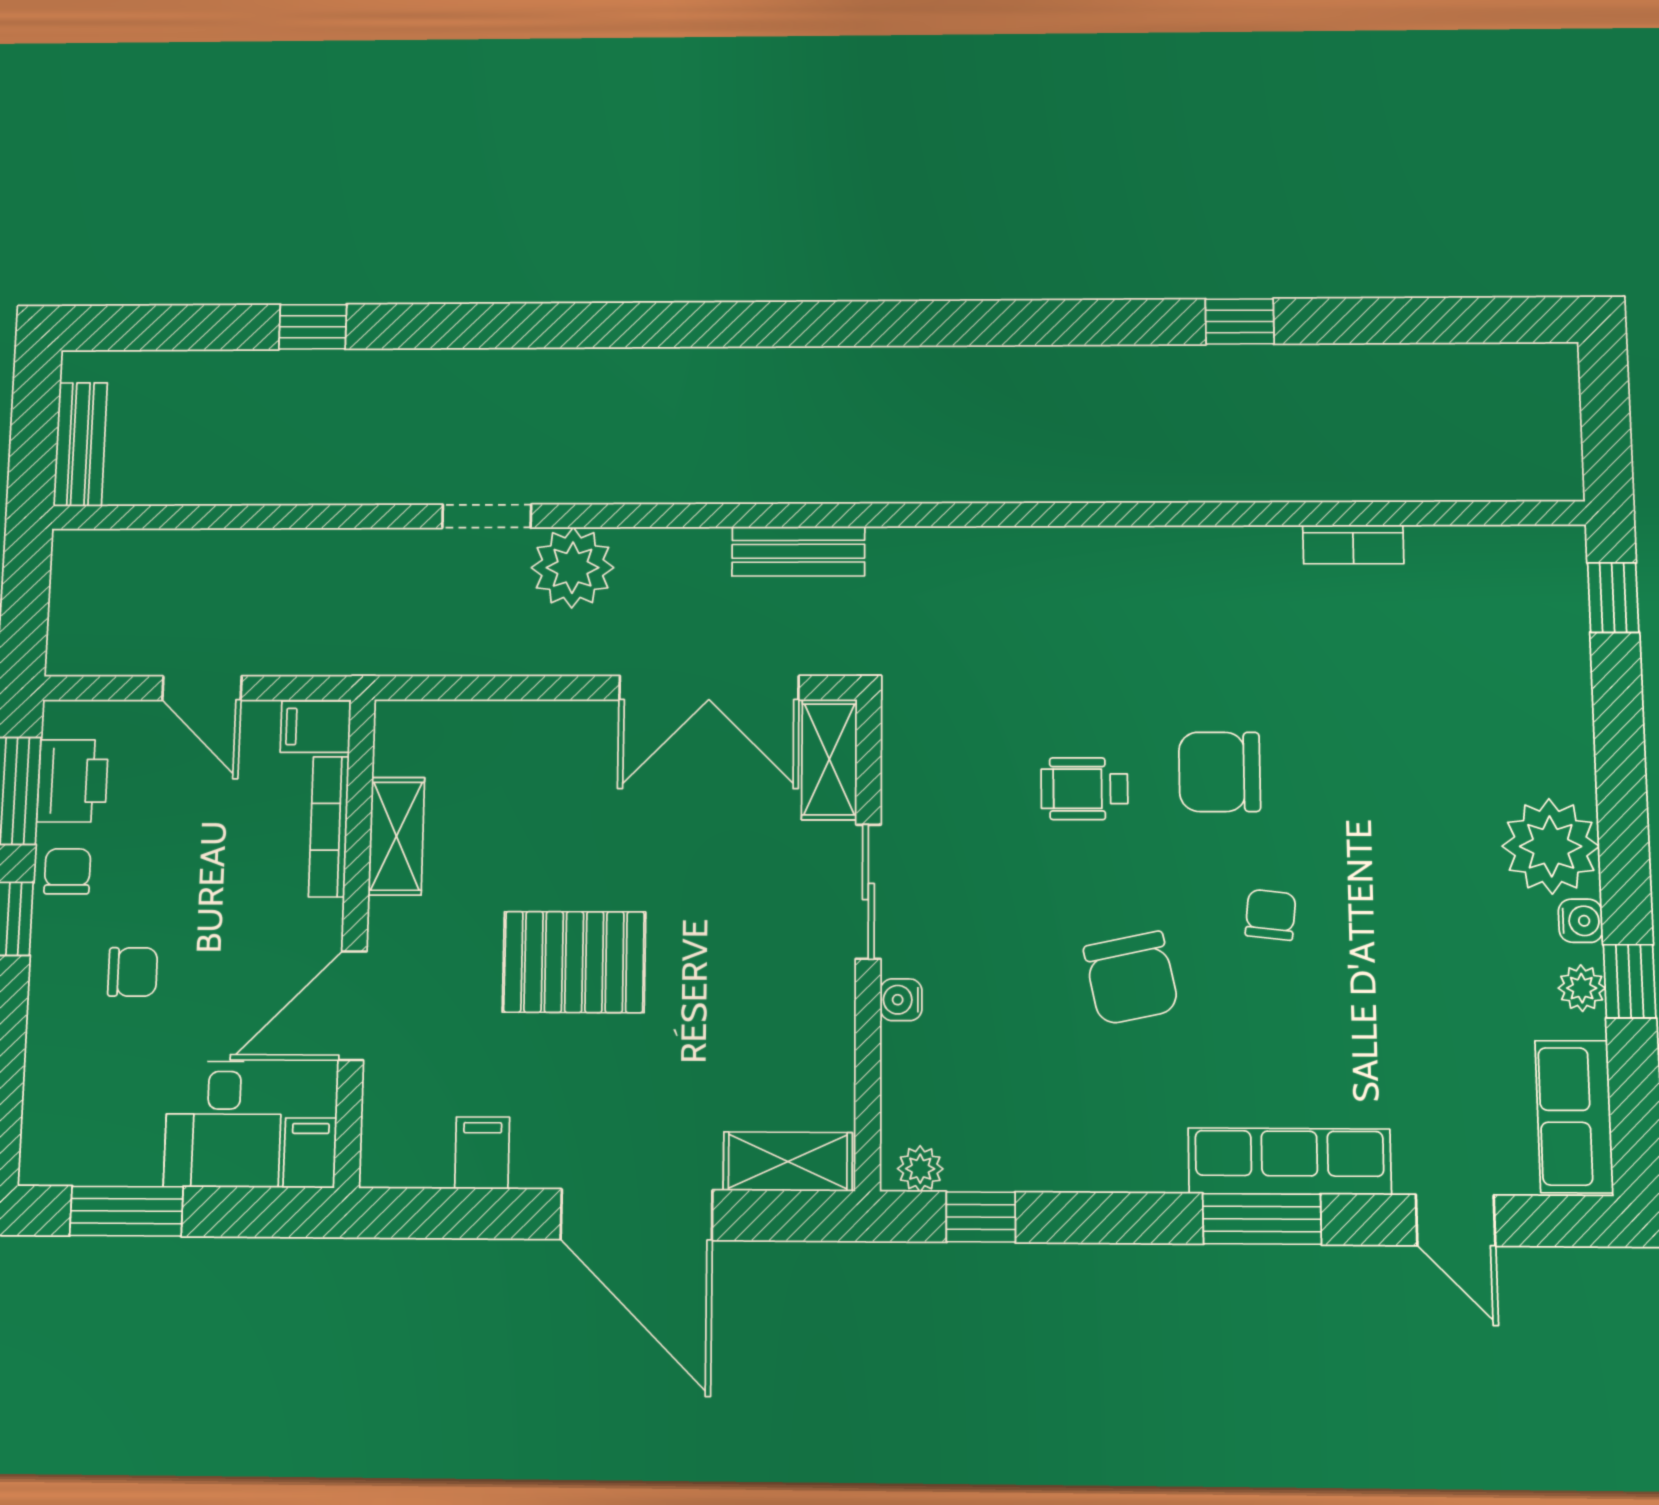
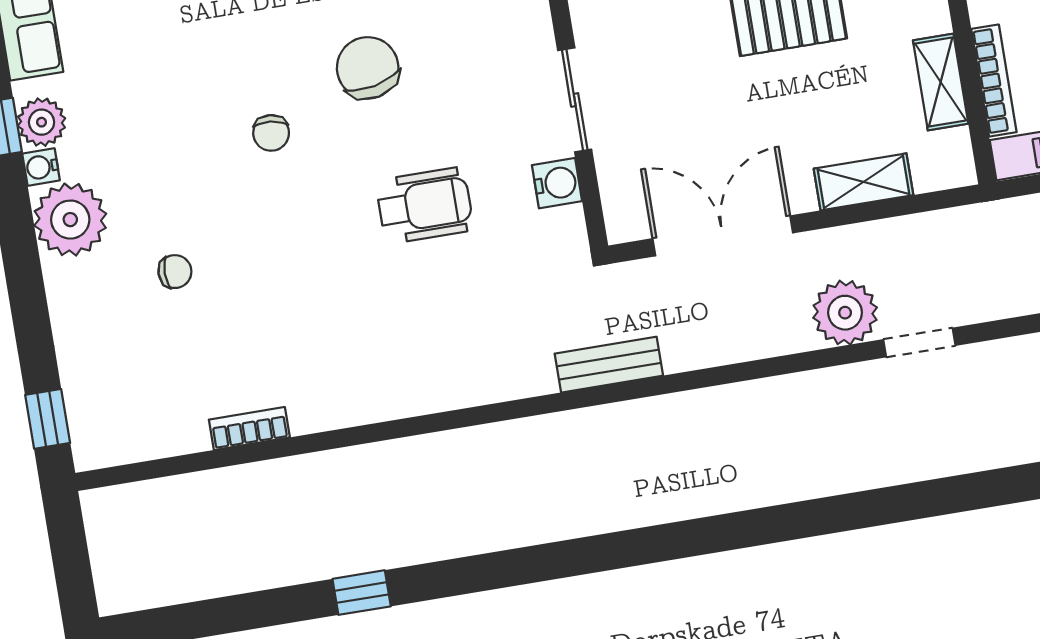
bench: (798, 551) -> (609, 365), moved
shelving: (829, 759) -> (864, 182), moved, turned 90
chair: (1220, 772) -> (175, 272), moved, width x0.54, depth x0.54
wheelchair: (1084, 789) -> (425, 205), width x1.36, depth x1.37
plant: (1582, 988) -> (42, 122), width x1.38, depth x1.38
water cooler: (901, 1000) -> (557, 183), moved, width x1.38, depth x1.38

